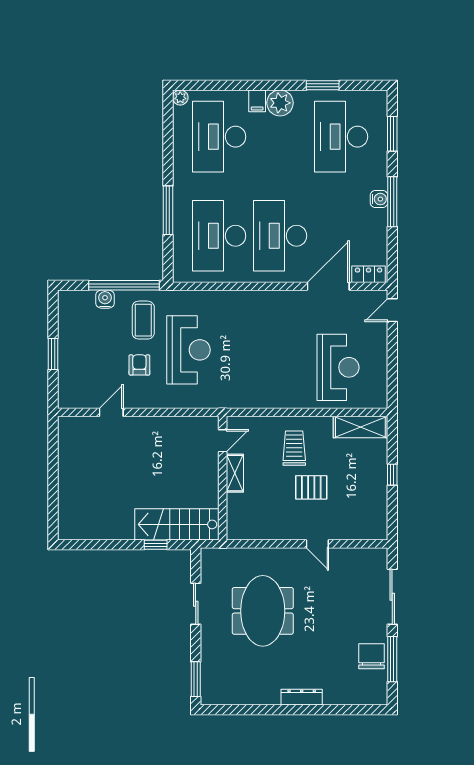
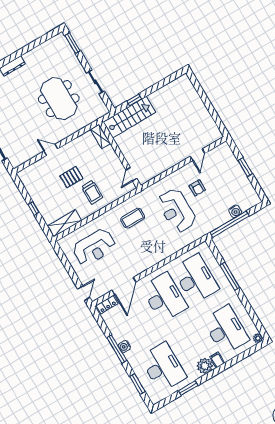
coffee table: (143, 320) -> (133, 218), moved, turned 90
reception desk: (338, 367) -> (94, 247), turned -90
shelving: (235, 473) -> (100, 136), moved

